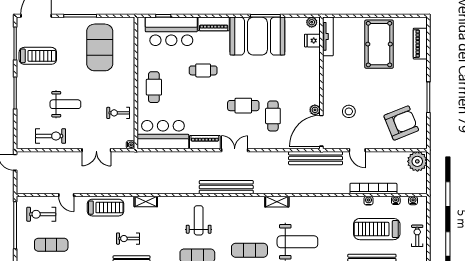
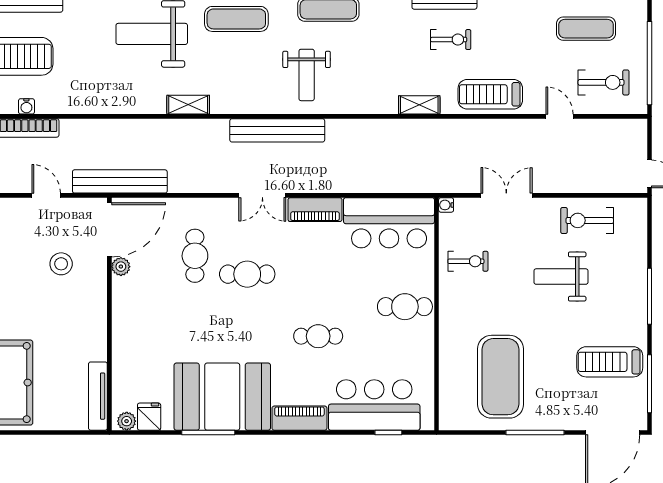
fridge: (312, 41) -> (149, 417), moved, turned -90
cafe table: (154, 87) -> (405, 307), turned 90
weight bench: (199, 220) -> (307, 75), moved

